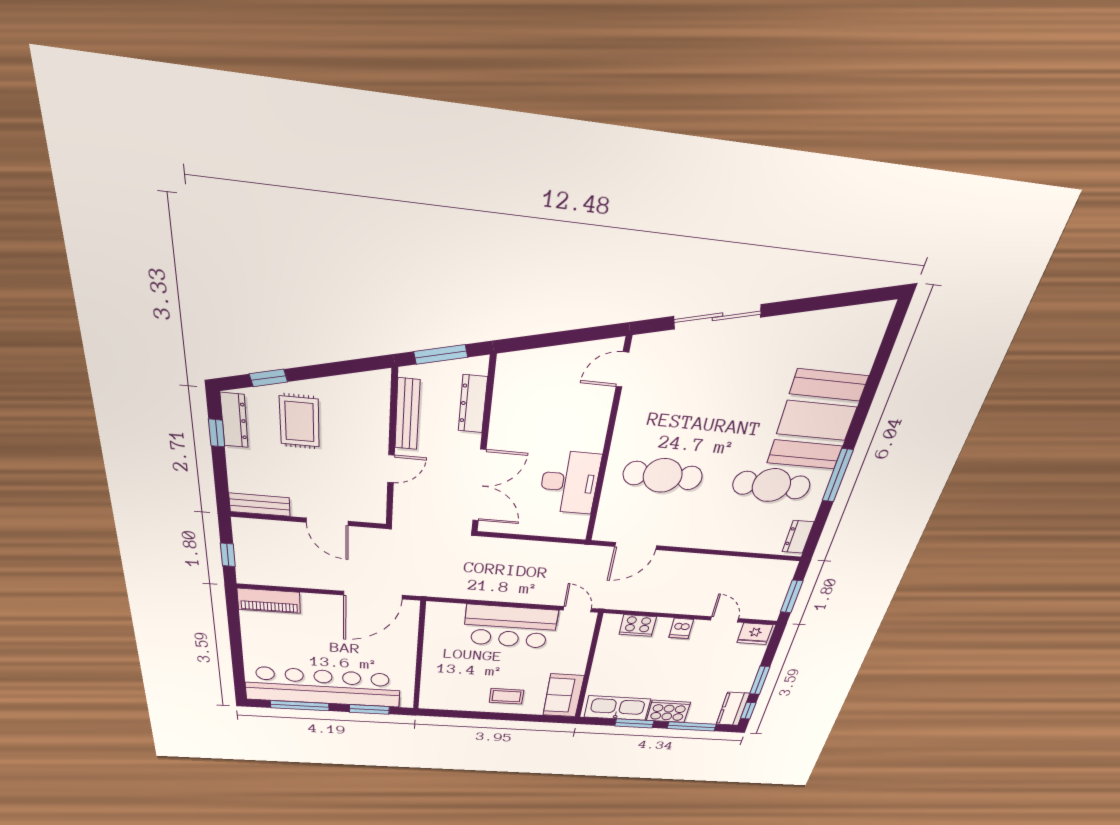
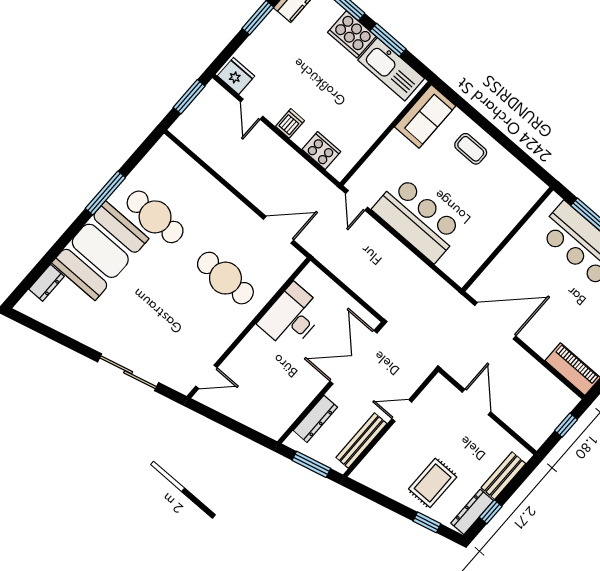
bench: (260, 505) -> (503, 476), moved, turned 90
dresser: (798, 537) -> (47, 283), moved

